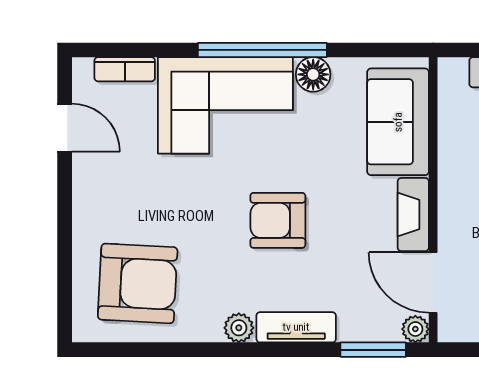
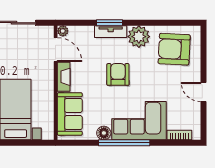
door: (65, 128) -> (203, 92), moved
armchair: (278, 220) -> (118, 74), turned -90
plant: (239, 328) -> (139, 37), width x1.88, depth x1.88
window: (373, 350) -> (110, 23), moved

